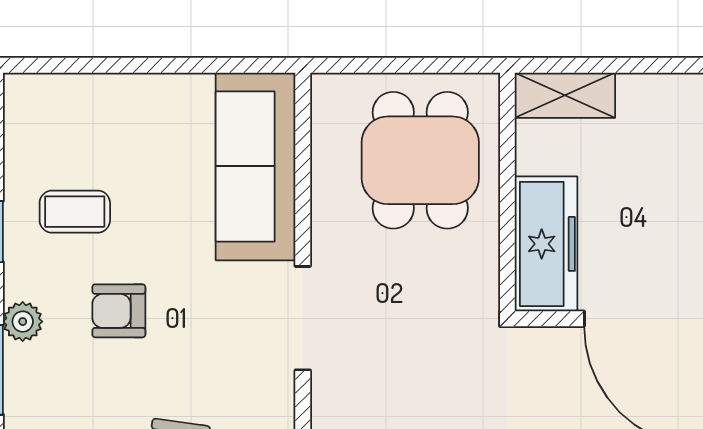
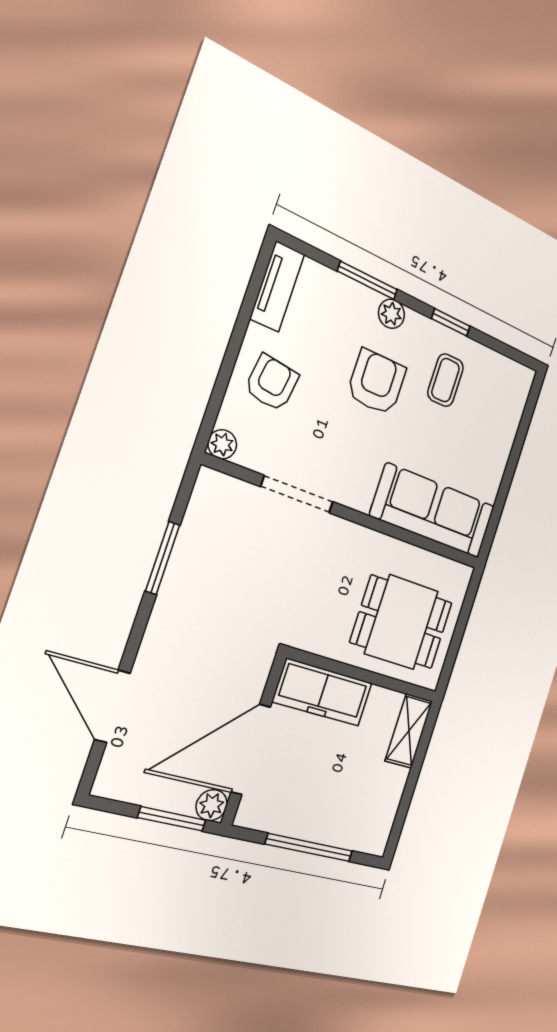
armchair: (119, 311) -> (377, 382), width x1.38, depth x1.38
doorway: (303, 318) -> (297, 494), moved

